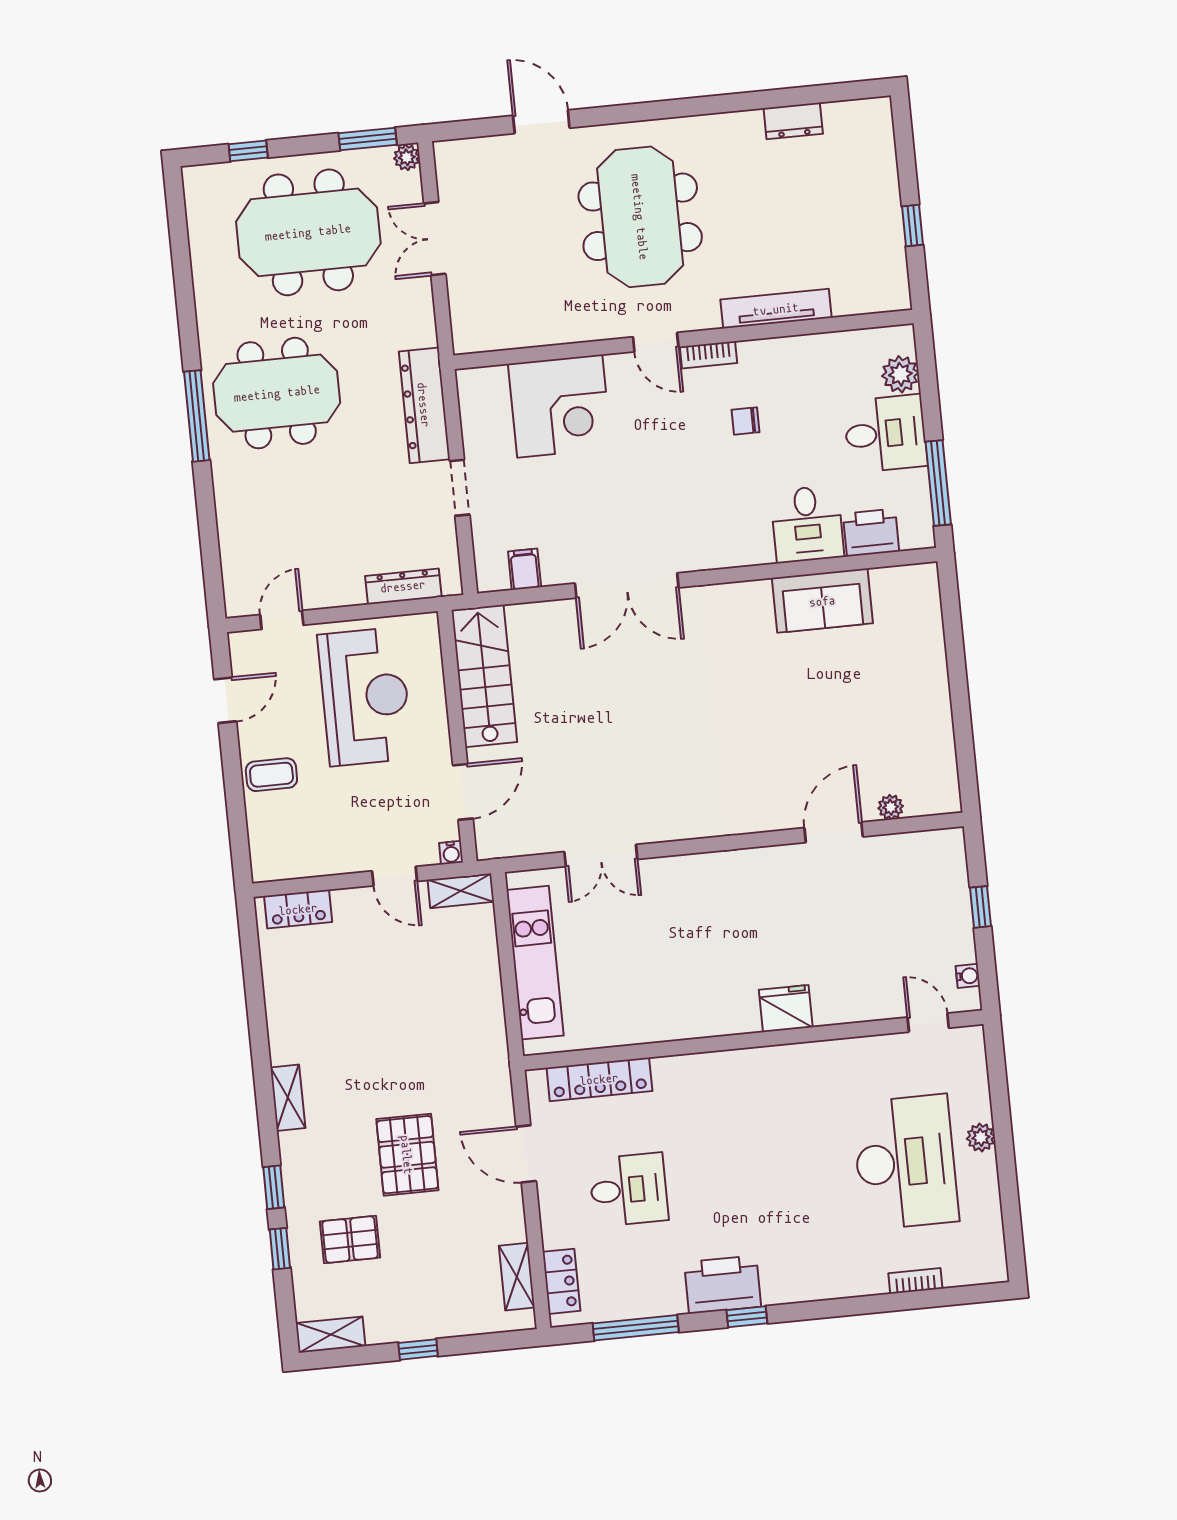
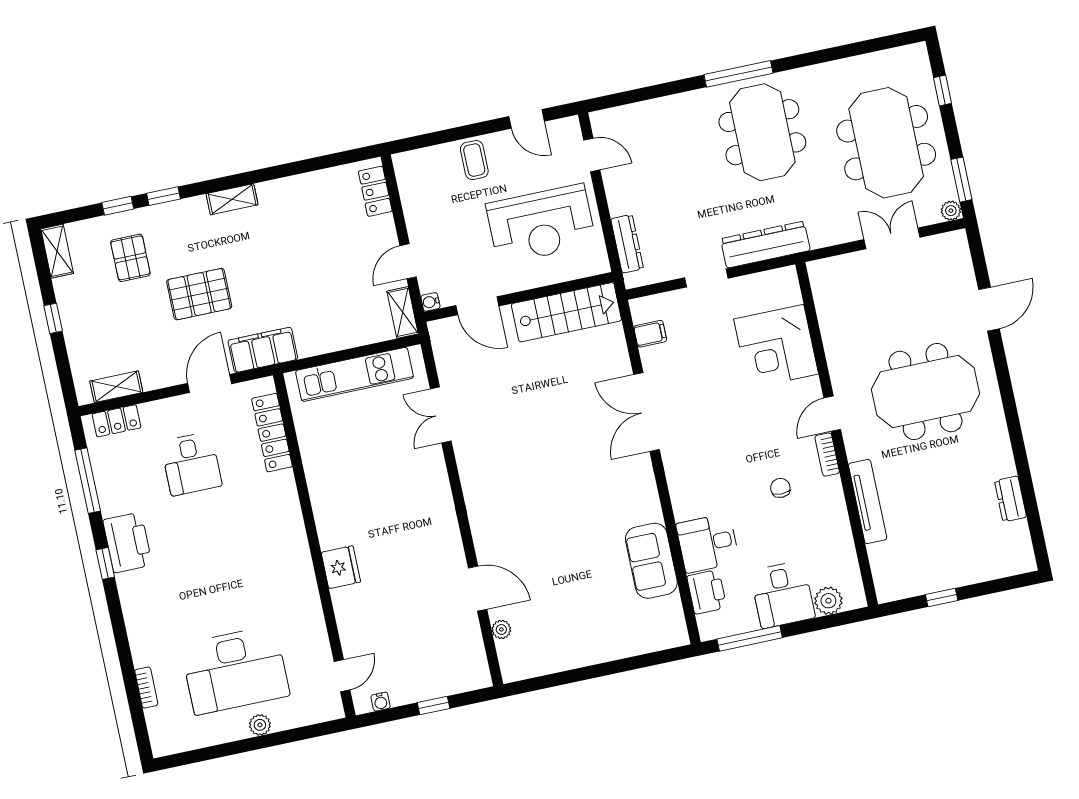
filing cabinet: (490, 1079) -> (263, 350), added

